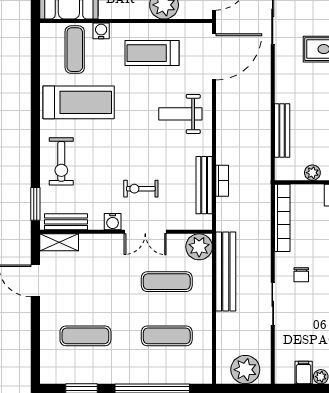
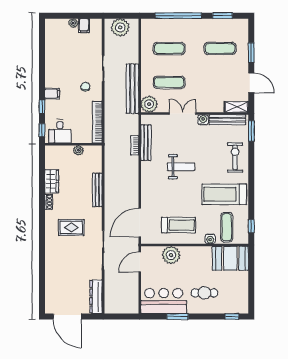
window: (35, 51) -> (251, 226), added
weight bench: (180, 114) -> (181, 167), moved
bench: (282, 130) -> (97, 190), moved
exercise bike: (141, 189) -> (185, 140), removed
bench: (66, 222) -> (227, 120), width x1.36
window: (35, 329) -> (251, 52), added

